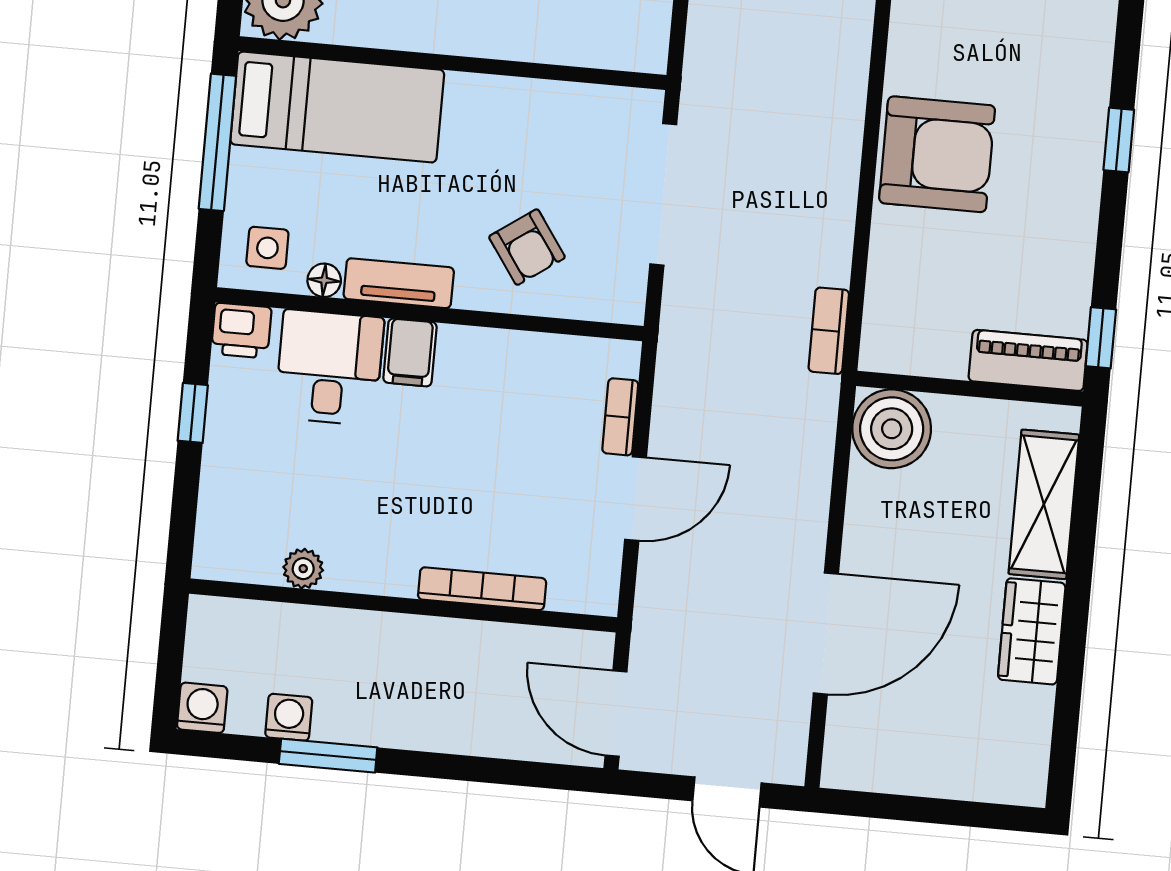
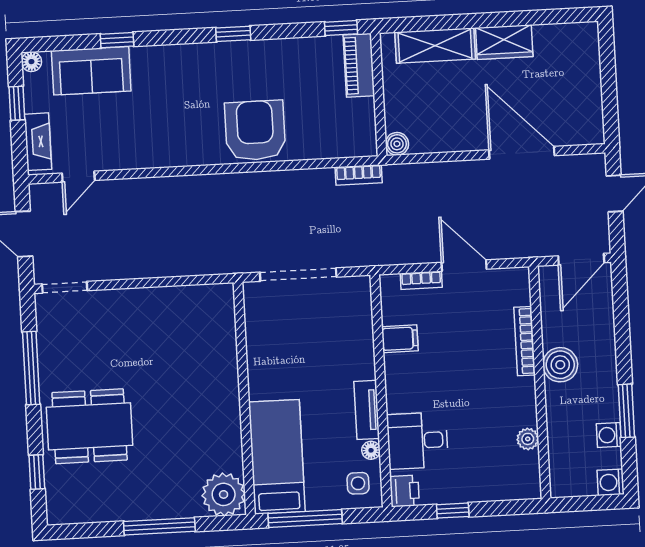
armchair: (527, 247) -> (337, 344), removed
filing cabinet: (410, 352) -> (400, 339), moved
boiler: (892, 429) -> (397, 144), width x0.54, depth x0.54
boiler: (430, 647) -> (560, 365), added

